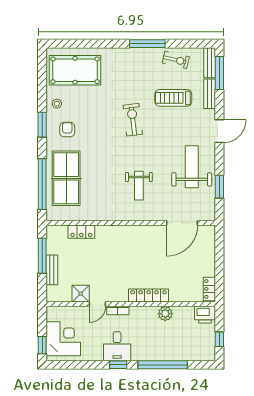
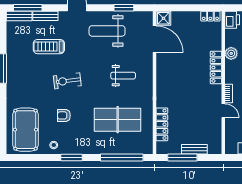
exercise bike: (176, 60) -> (17, 44), removed
treadmill: (173, 98) -> (49, 47), turned 90
armchair: (67, 130) -> (64, 115), moved
table tennis table: (66, 178) -> (118, 120), moved
locker: (81, 232) -> (162, 124), width x1.53
shower: (81, 294) -> (163, 18), moved

